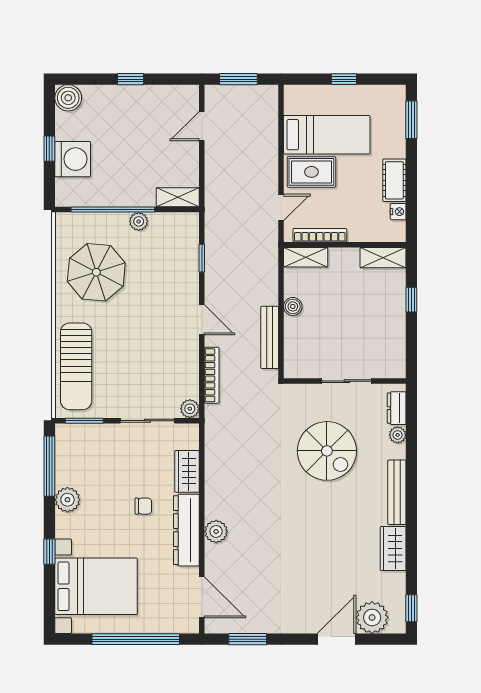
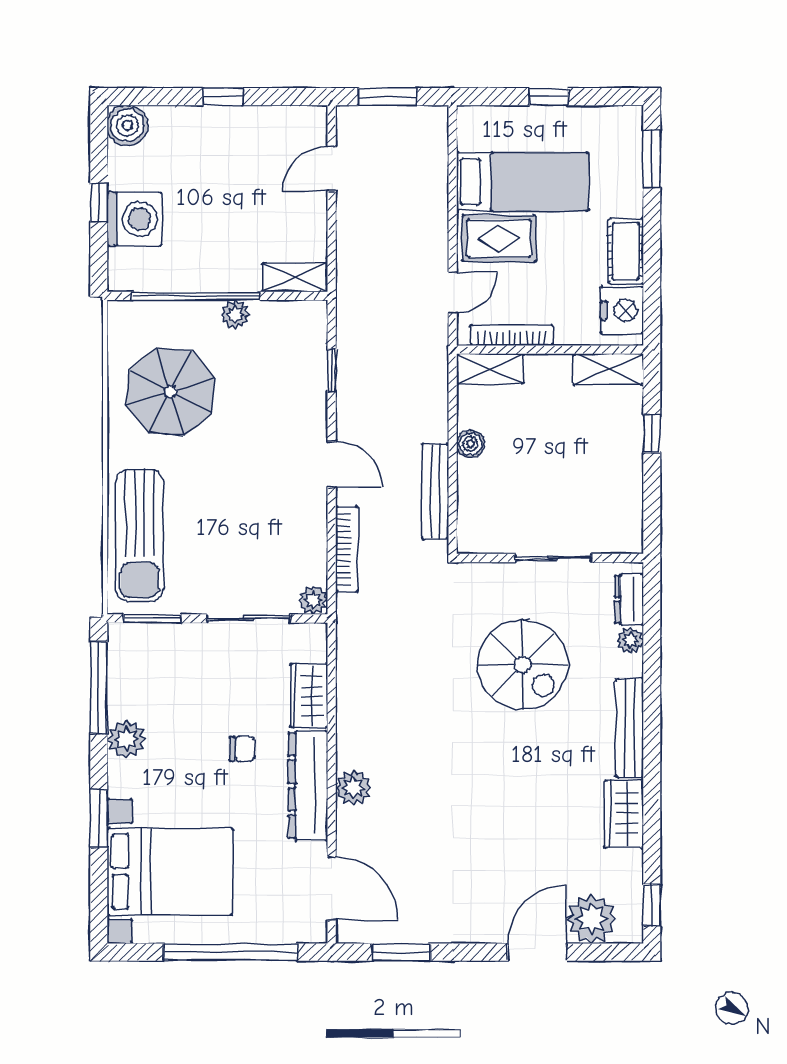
nightstand: (398, 212) -> (622, 310), width x1.89, depth x1.79
window: (49, 552) -> (99, 819), width x1.50

